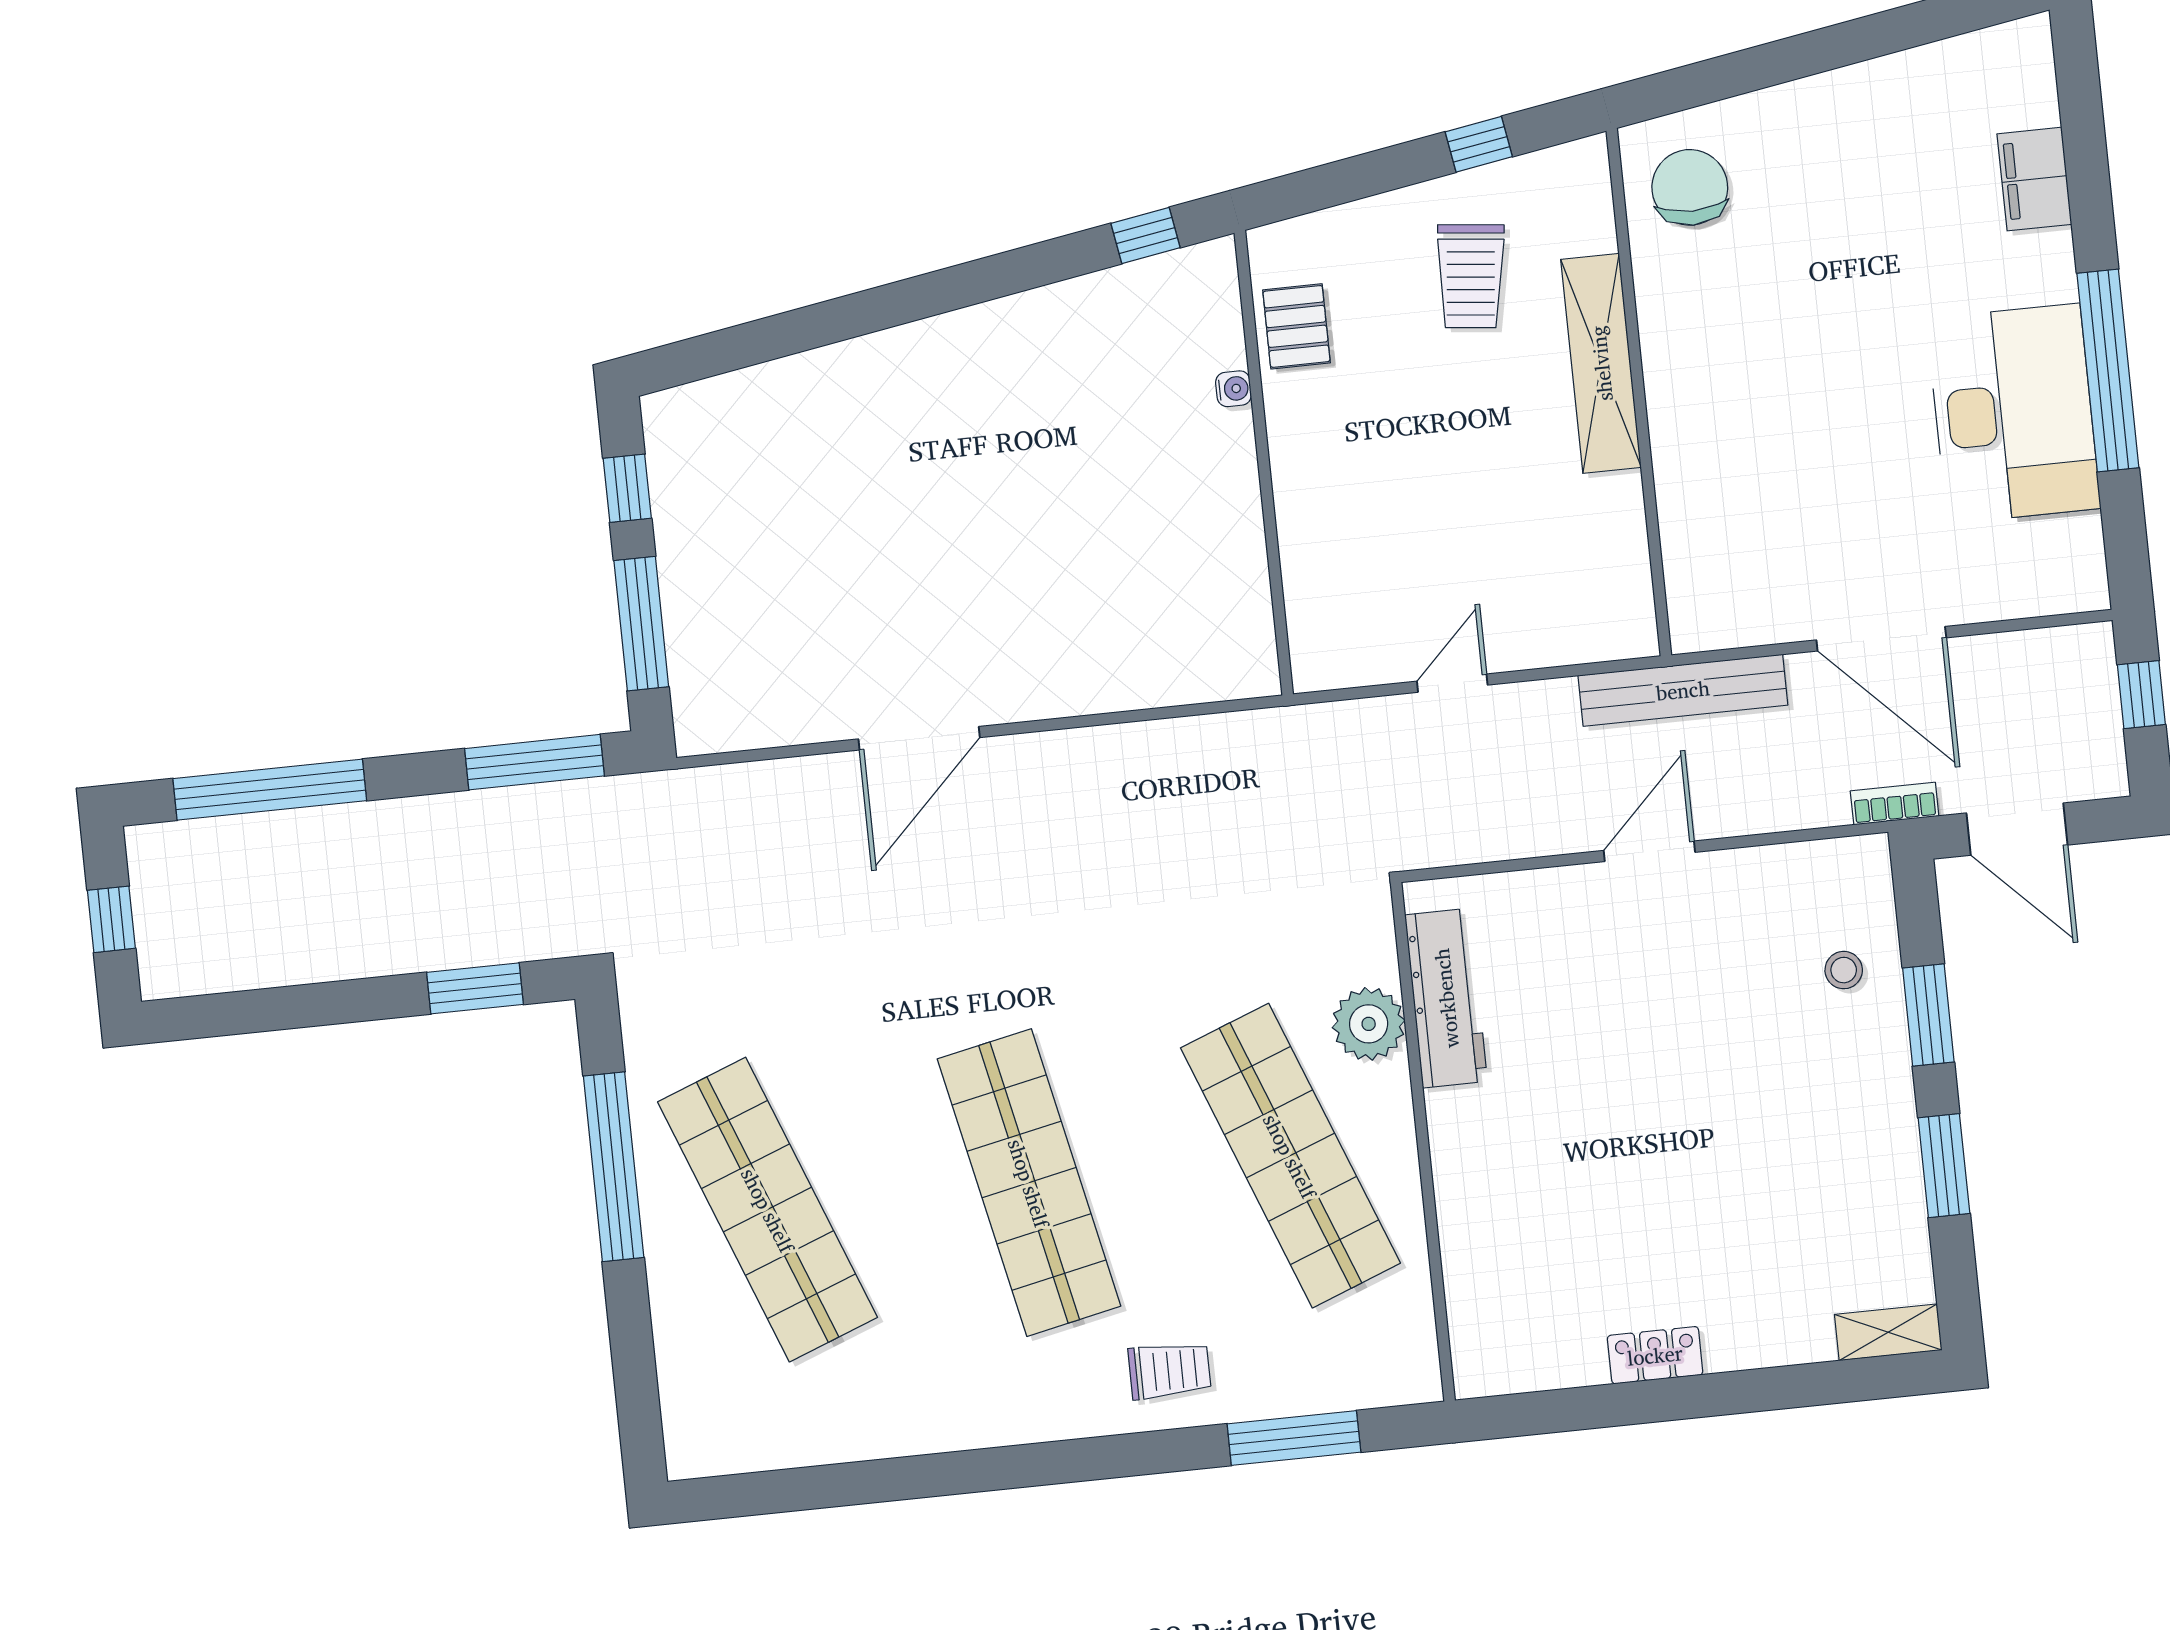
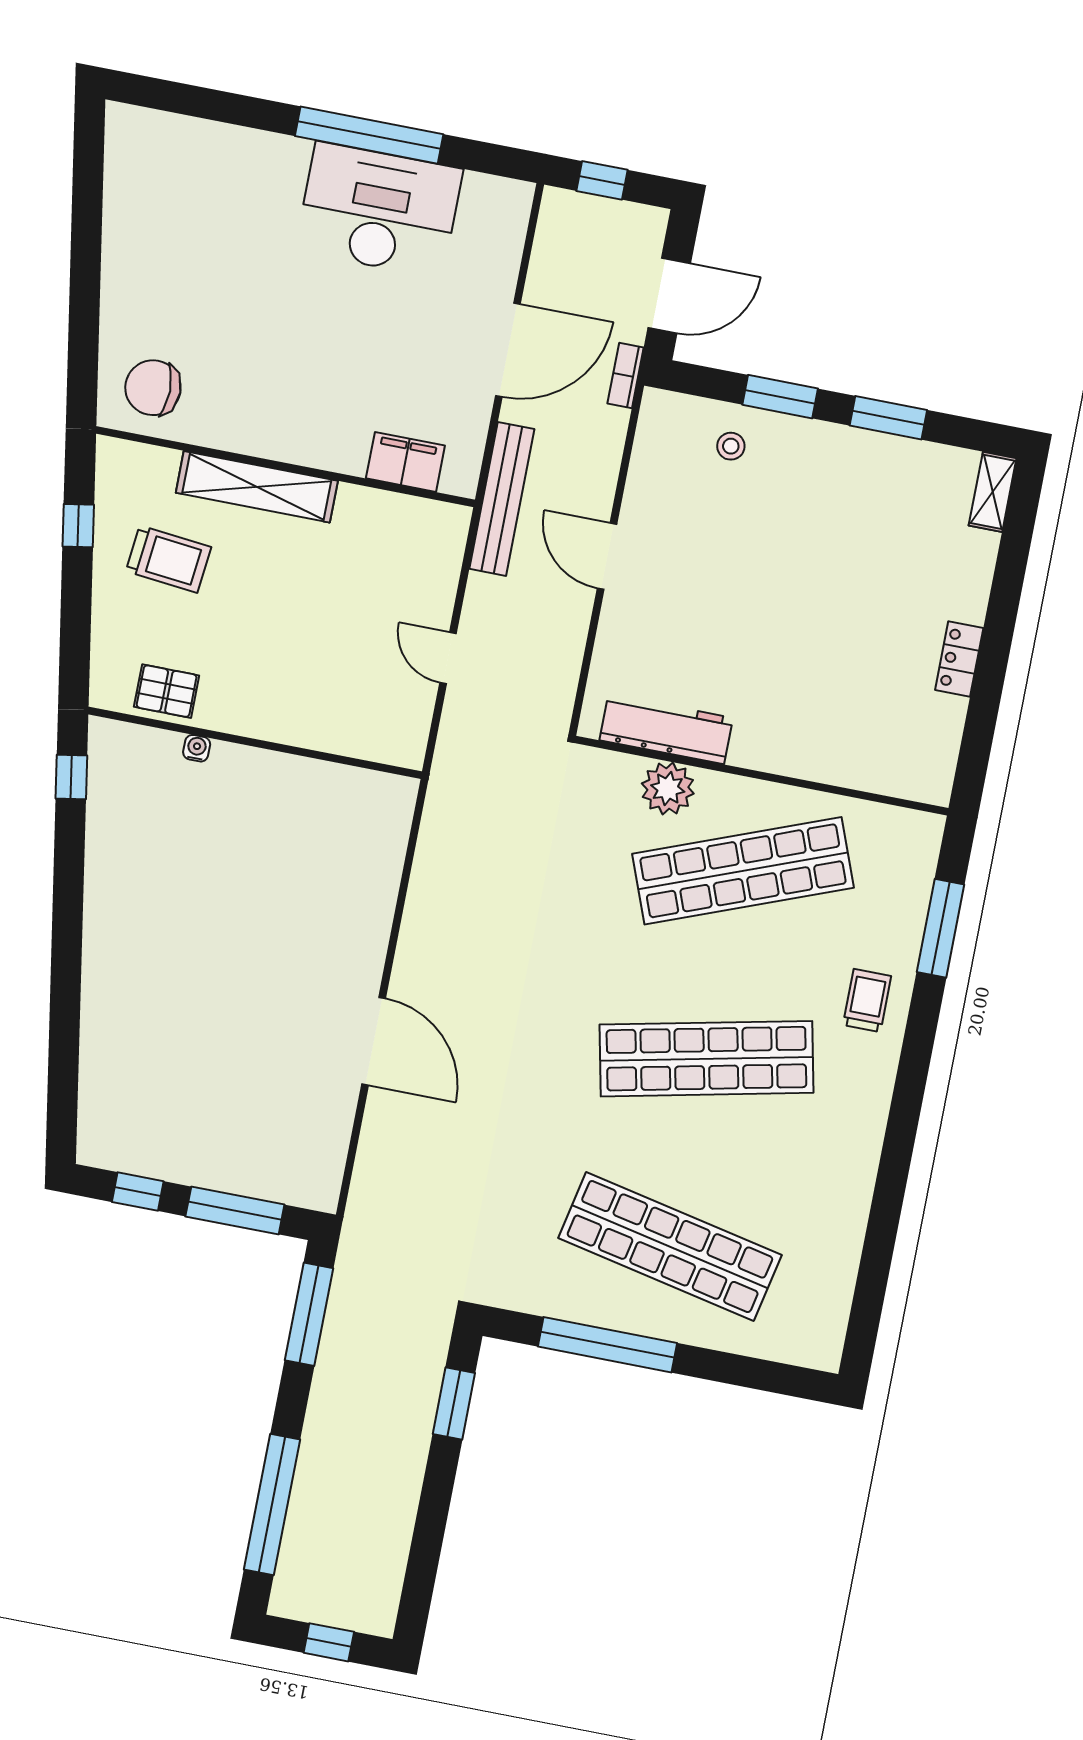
filing cabinet: (2034, 179) -> (405, 462), moved, turned 180
shop shelf: (768, 1210) -> (670, 1247), turned 33

